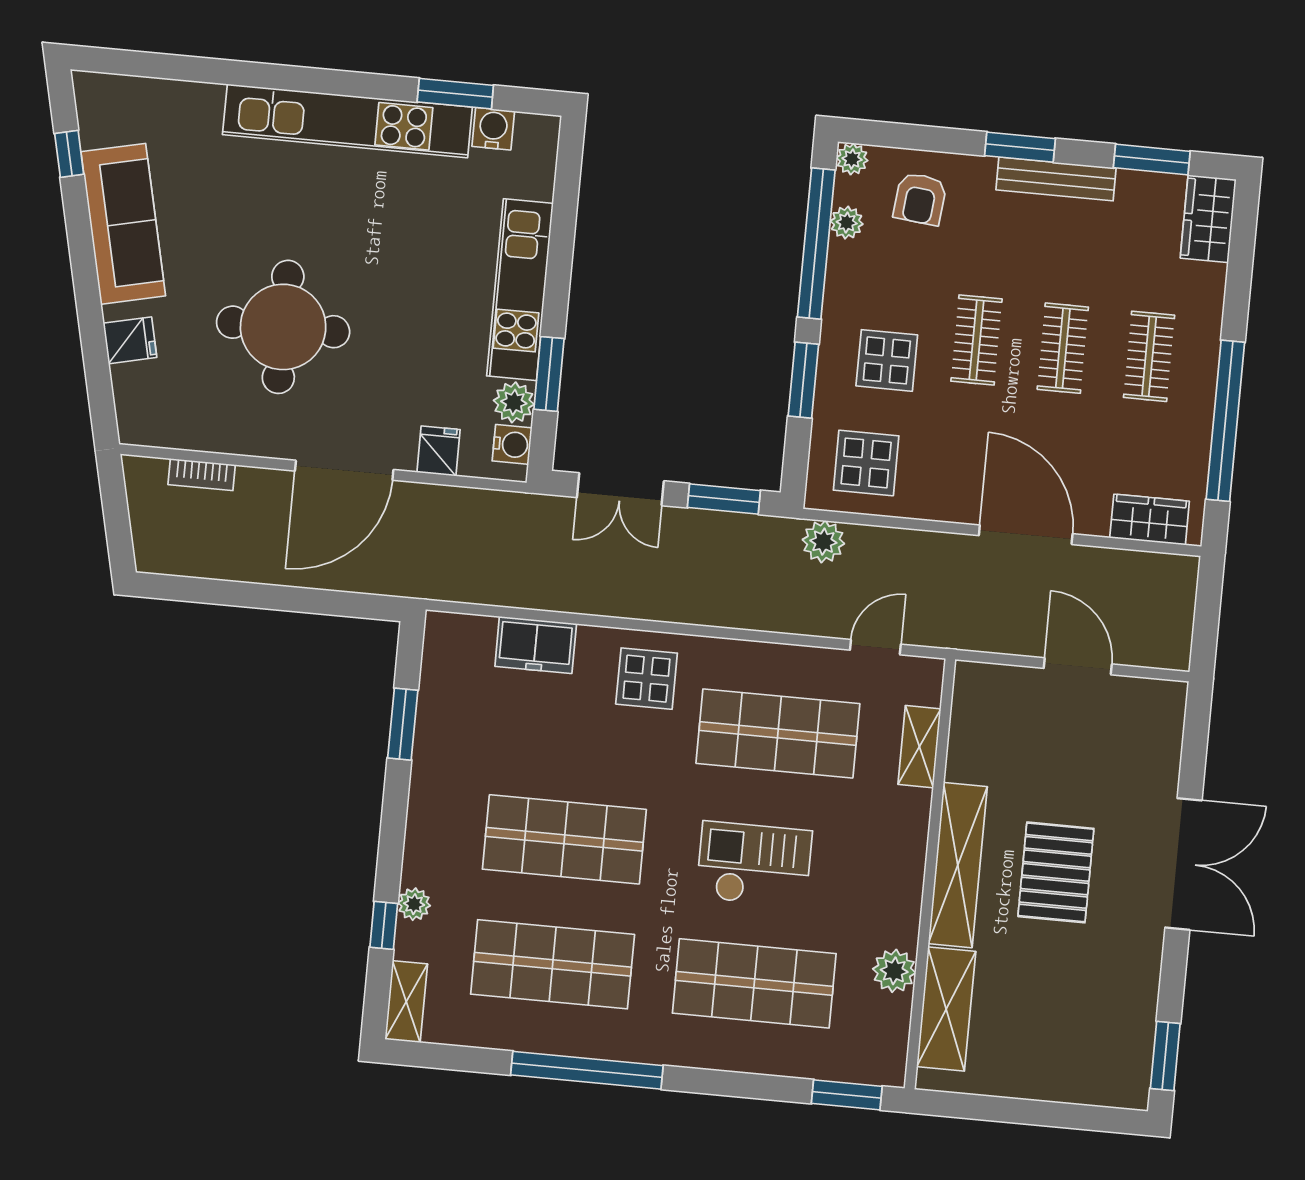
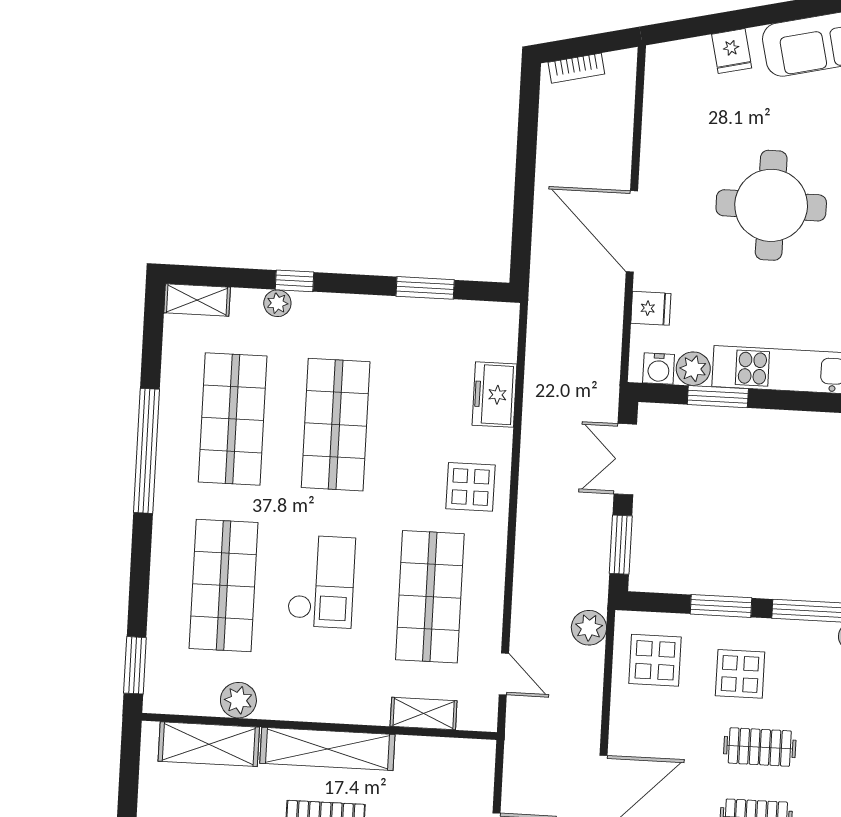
round table: (283, 327) -> (771, 205), moved
bookcase: (202, 475) -> (576, 68), moved, turned -103
window: (384, 925) -> (295, 281), moved

